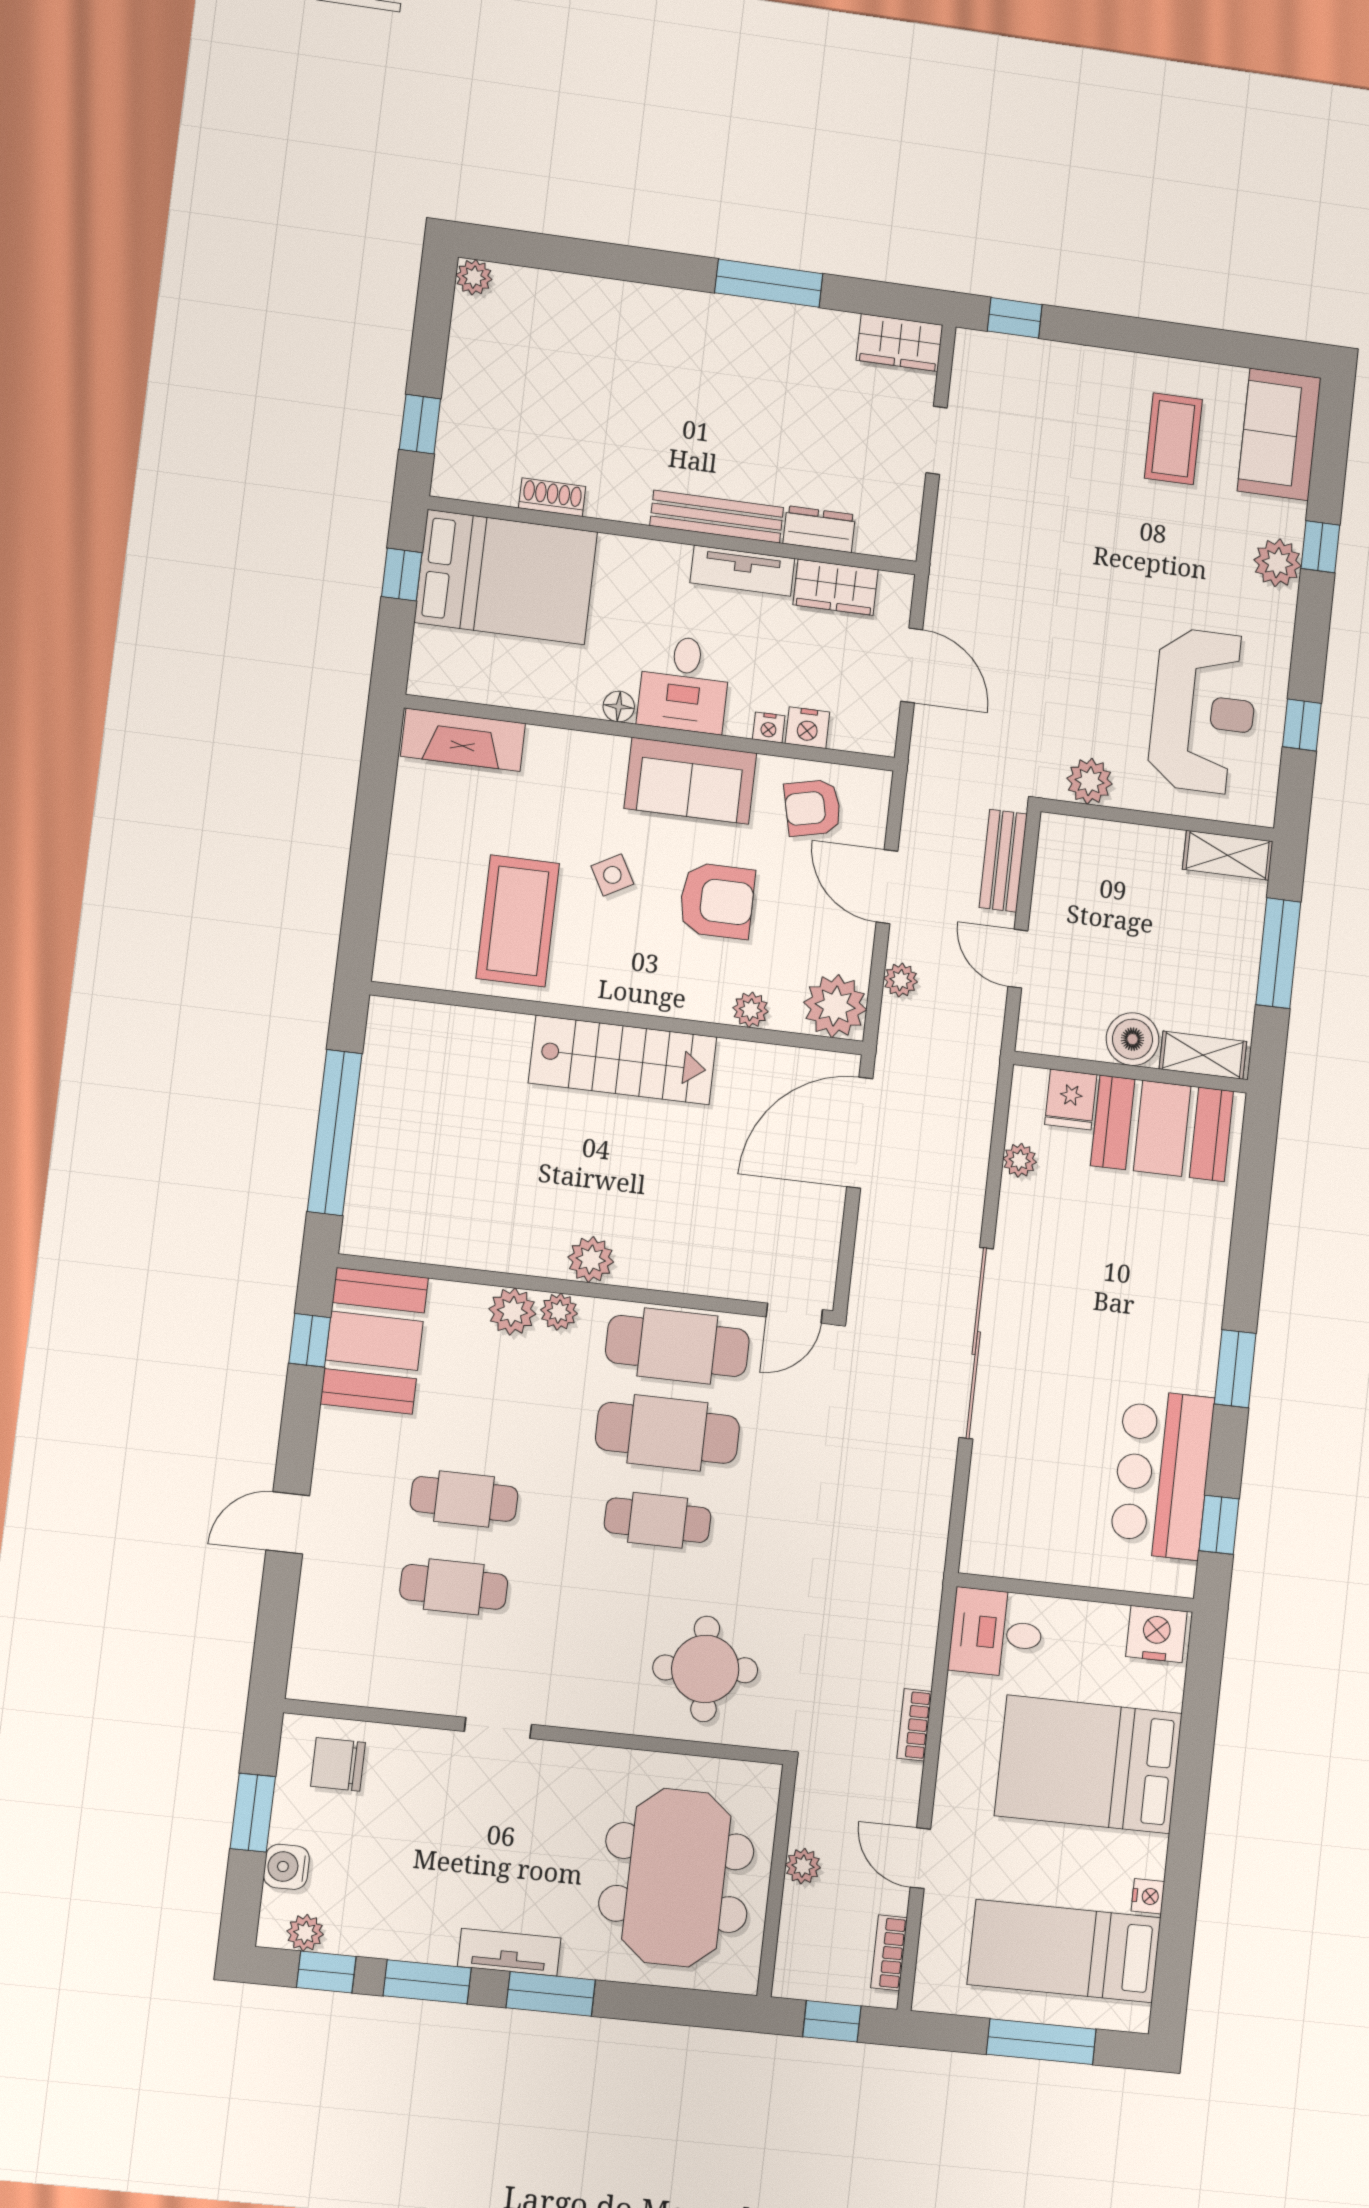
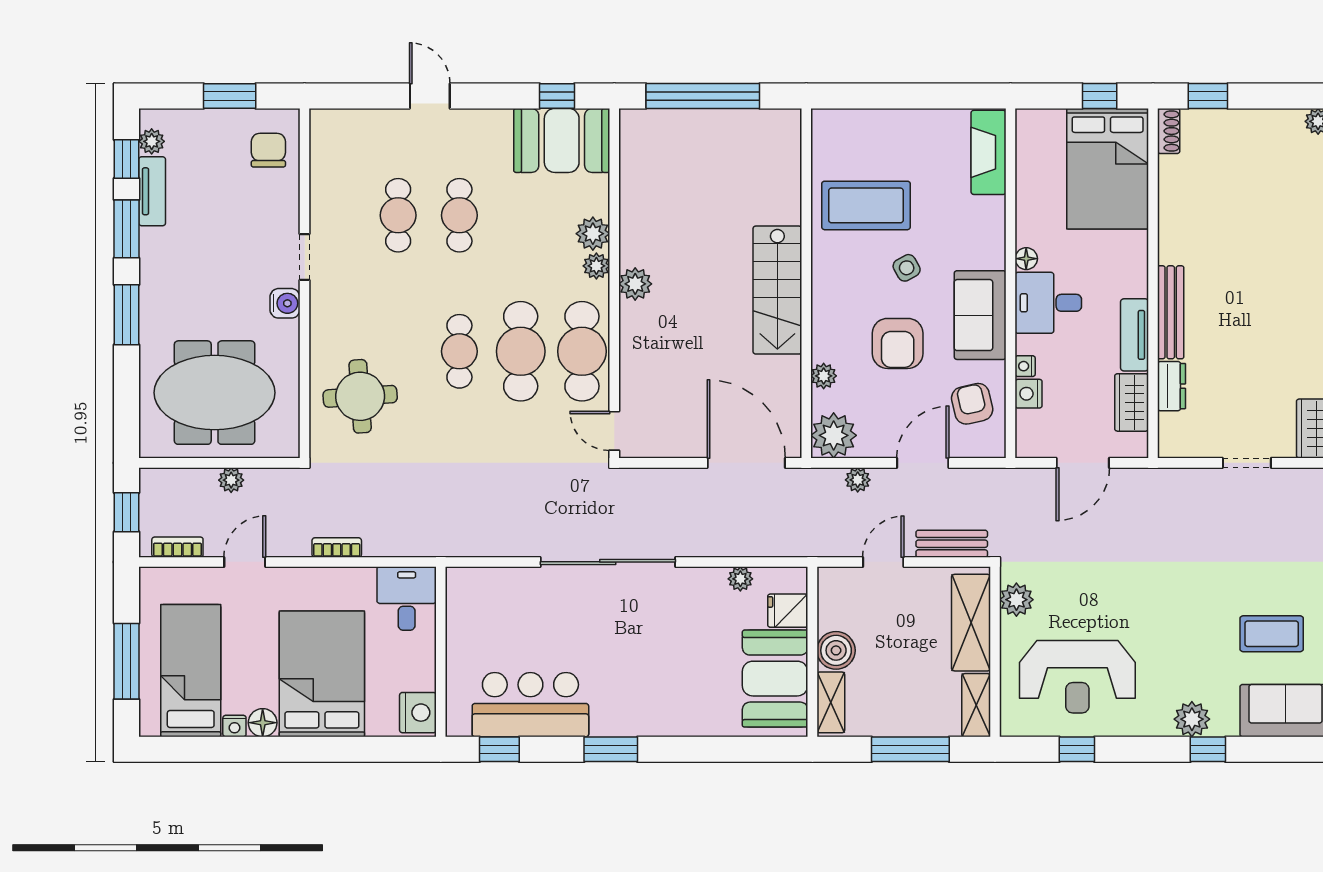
shoe rack: (552, 497) -> (1169, 131), moved
shelving: (1114, 848) -> (971, 623), added
floor lamp: (1147, 1856) -> (263, 723), added
water cooler: (286, 1867) -> (285, 303), moved, turned 90
tv unit: (509, 1952) -> (152, 191), moved

